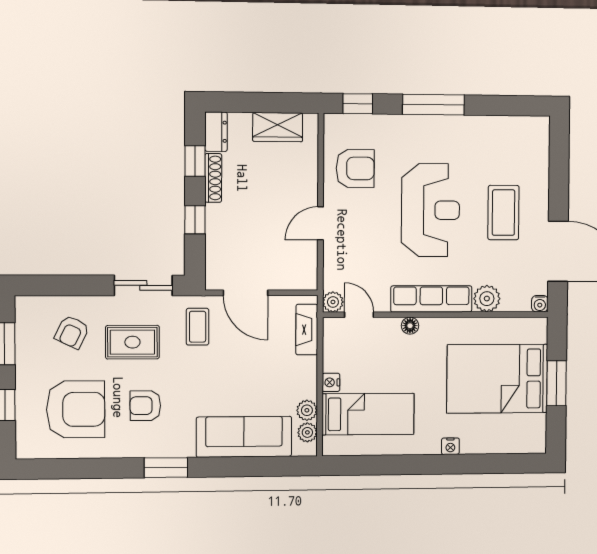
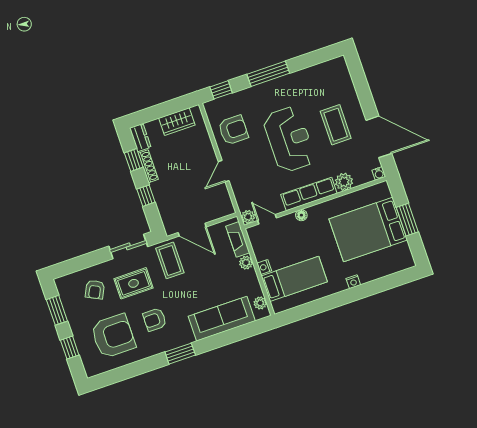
coffee table: (198, 327) -> (170, 260), width x1.36, depth x1.30
plant: (307, 410) -> (246, 263), moved

